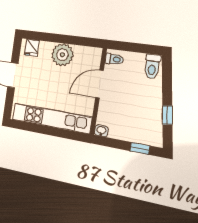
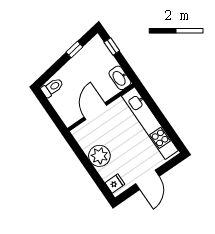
toilet: (114, 59) -> (70, 117), removed
door: (100, 84) -> (95, 111), swing flipped
washbasin: (101, 131) -> (120, 78), width x1.91, depth x1.45

